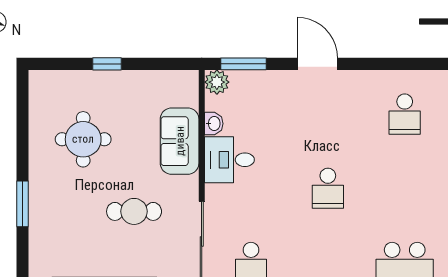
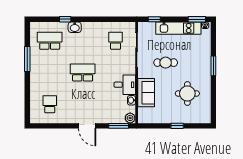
school desk: (328, 188) -> (83, 73), width x1.85

